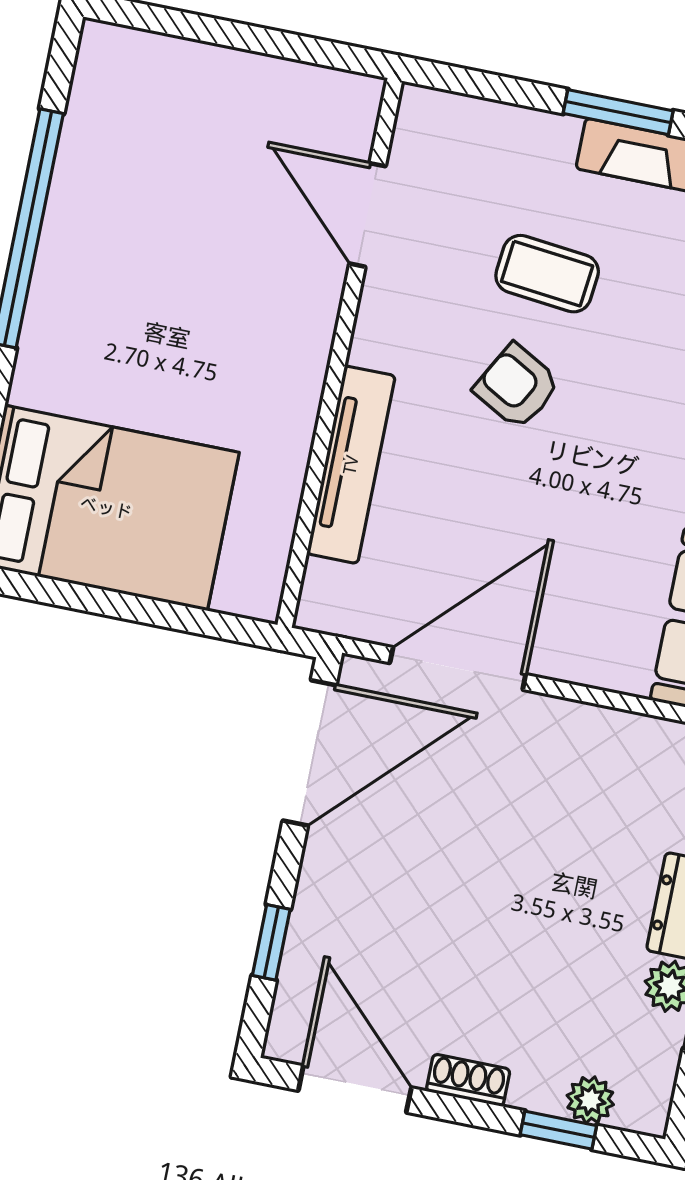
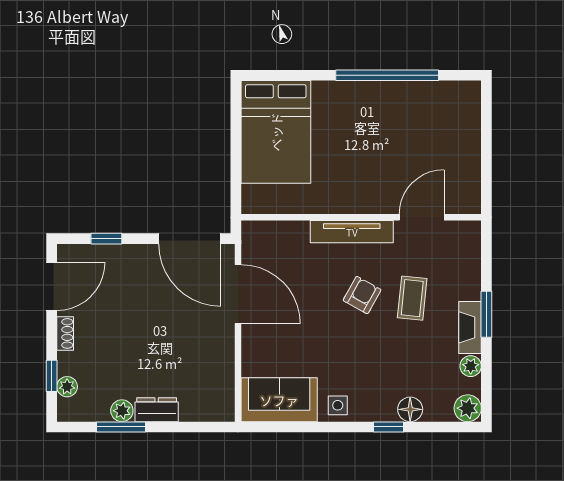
tv unit: (351, 465) -> (352, 232), moved

